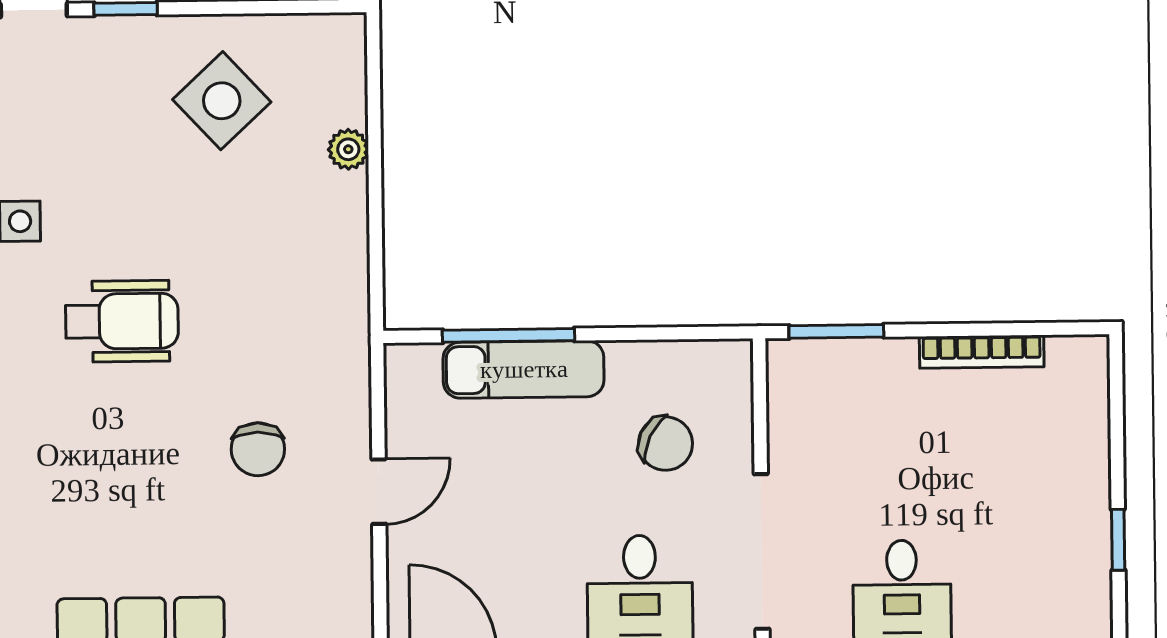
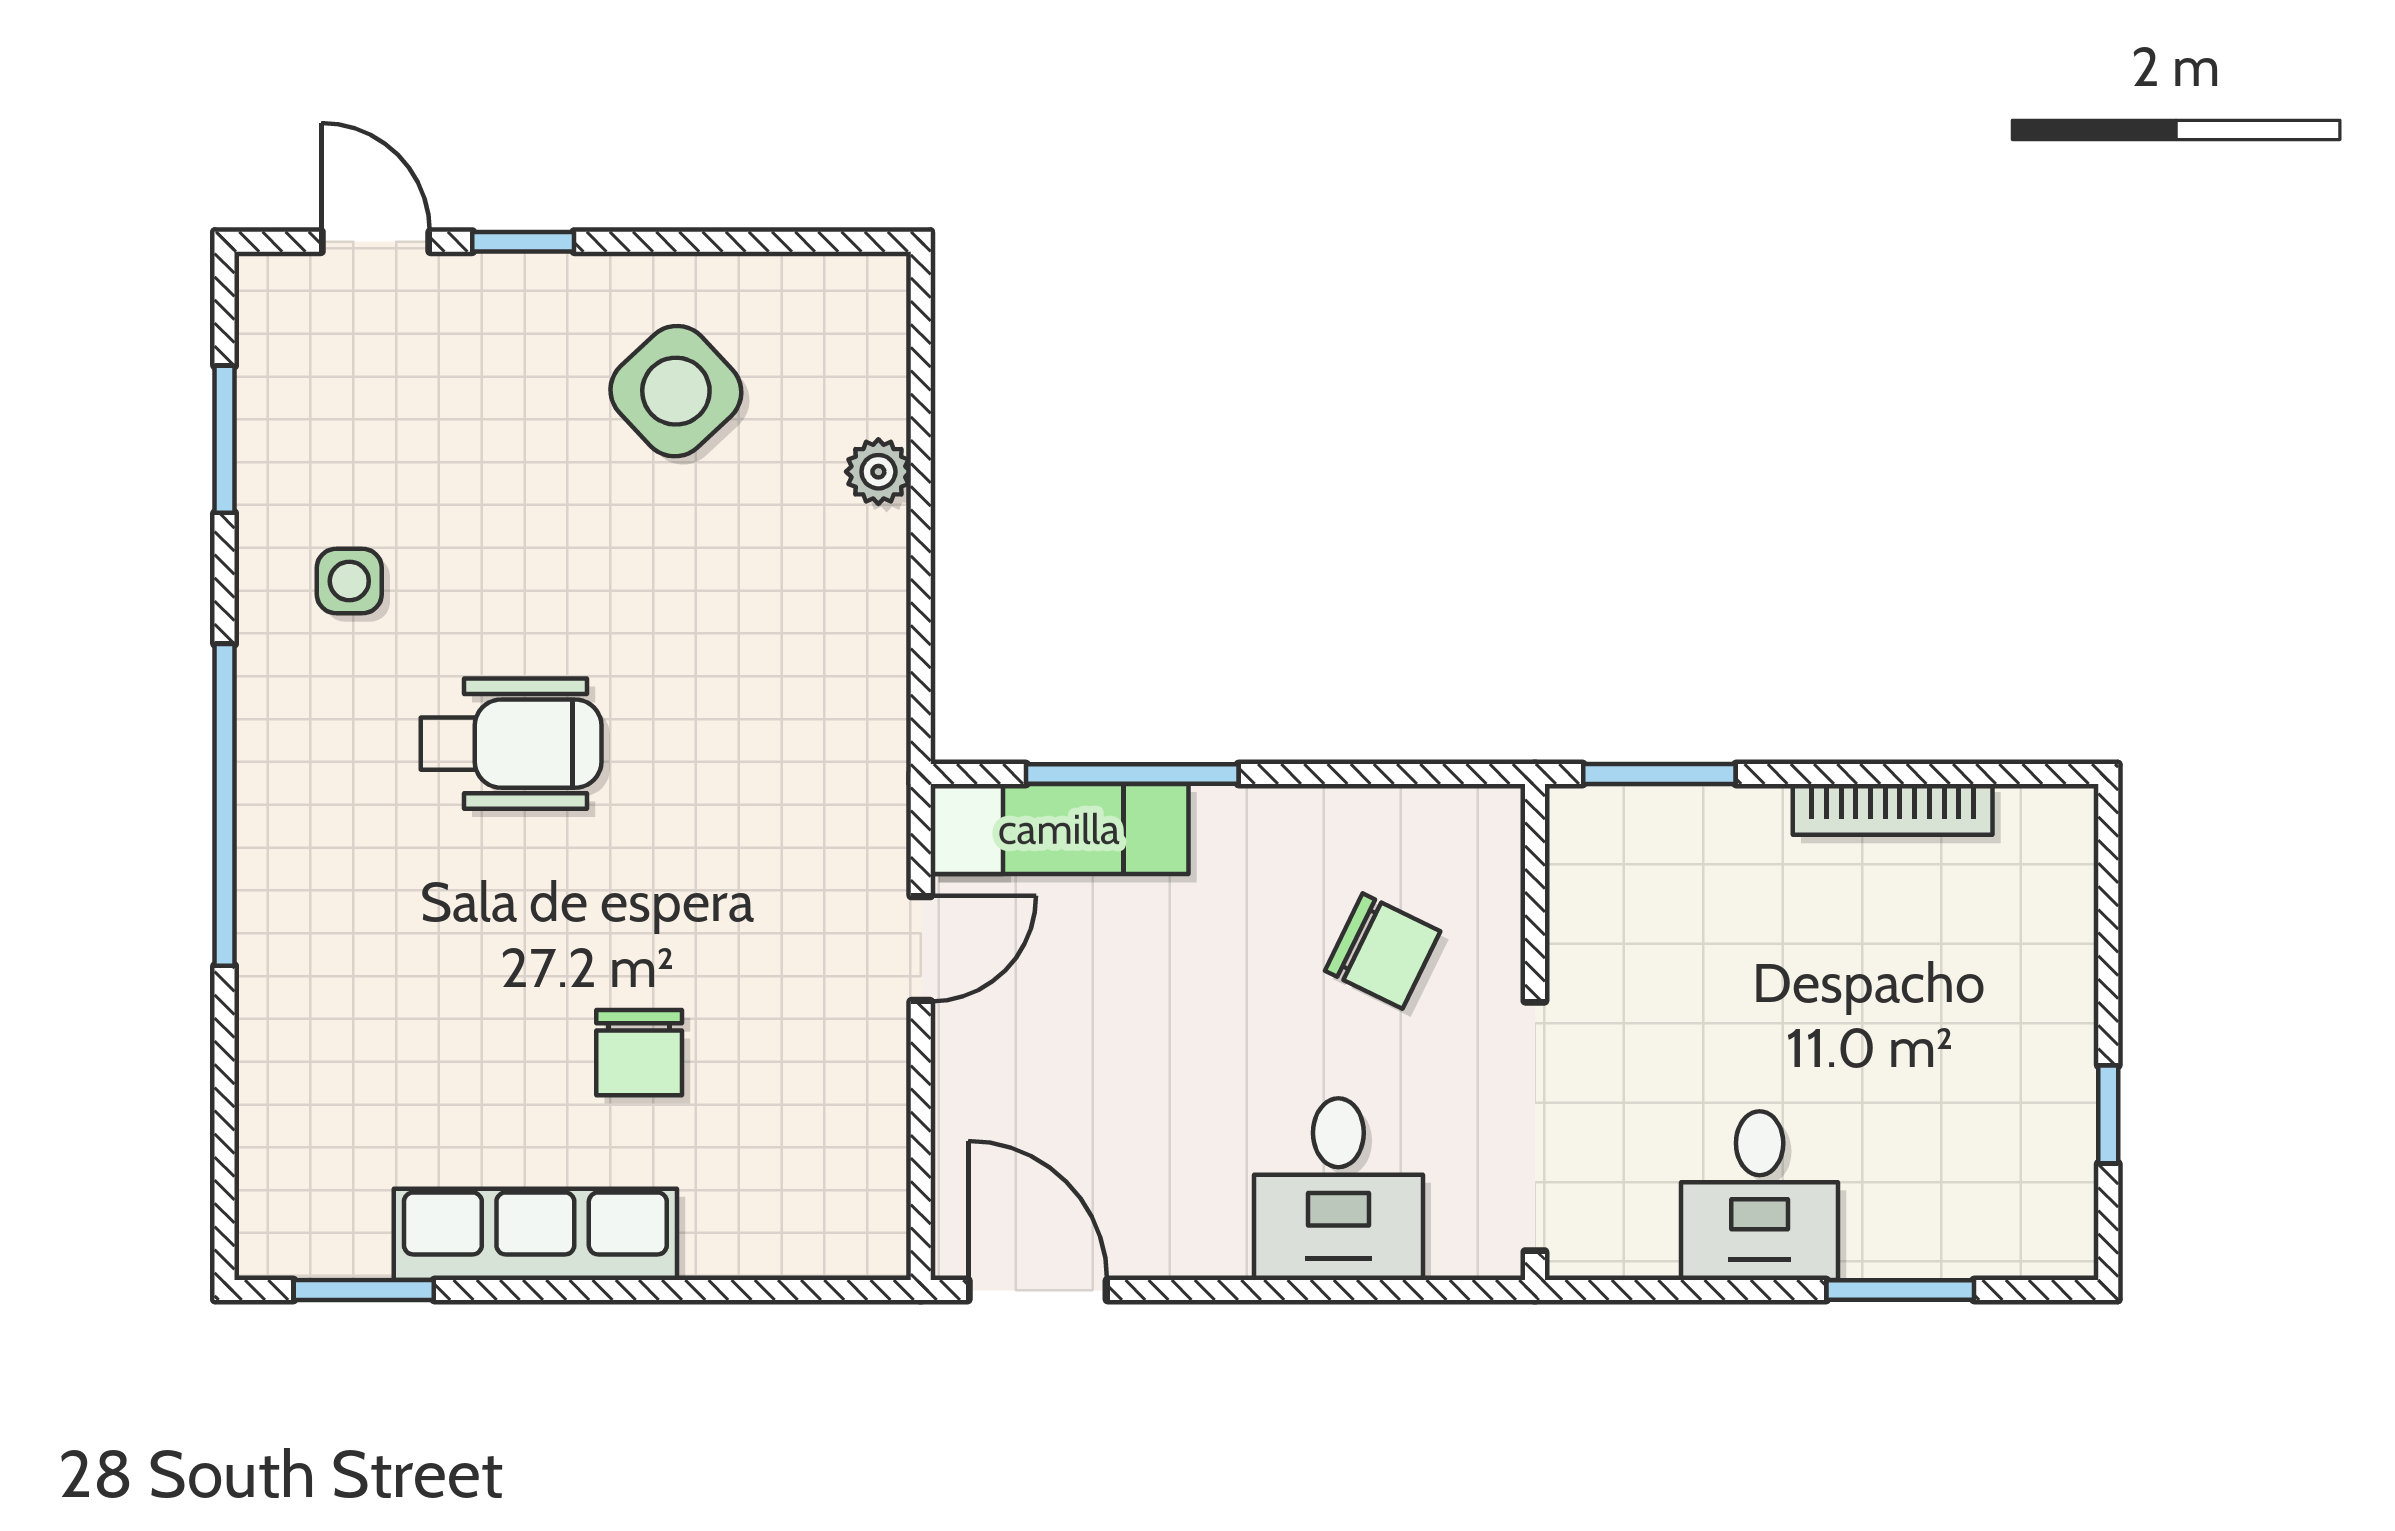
exam couch: (524, 369) -> (1059, 829), moved
chair: (258, 449) -> (639, 1053), moved
door: (379, 492) -> (921, 949), moved

